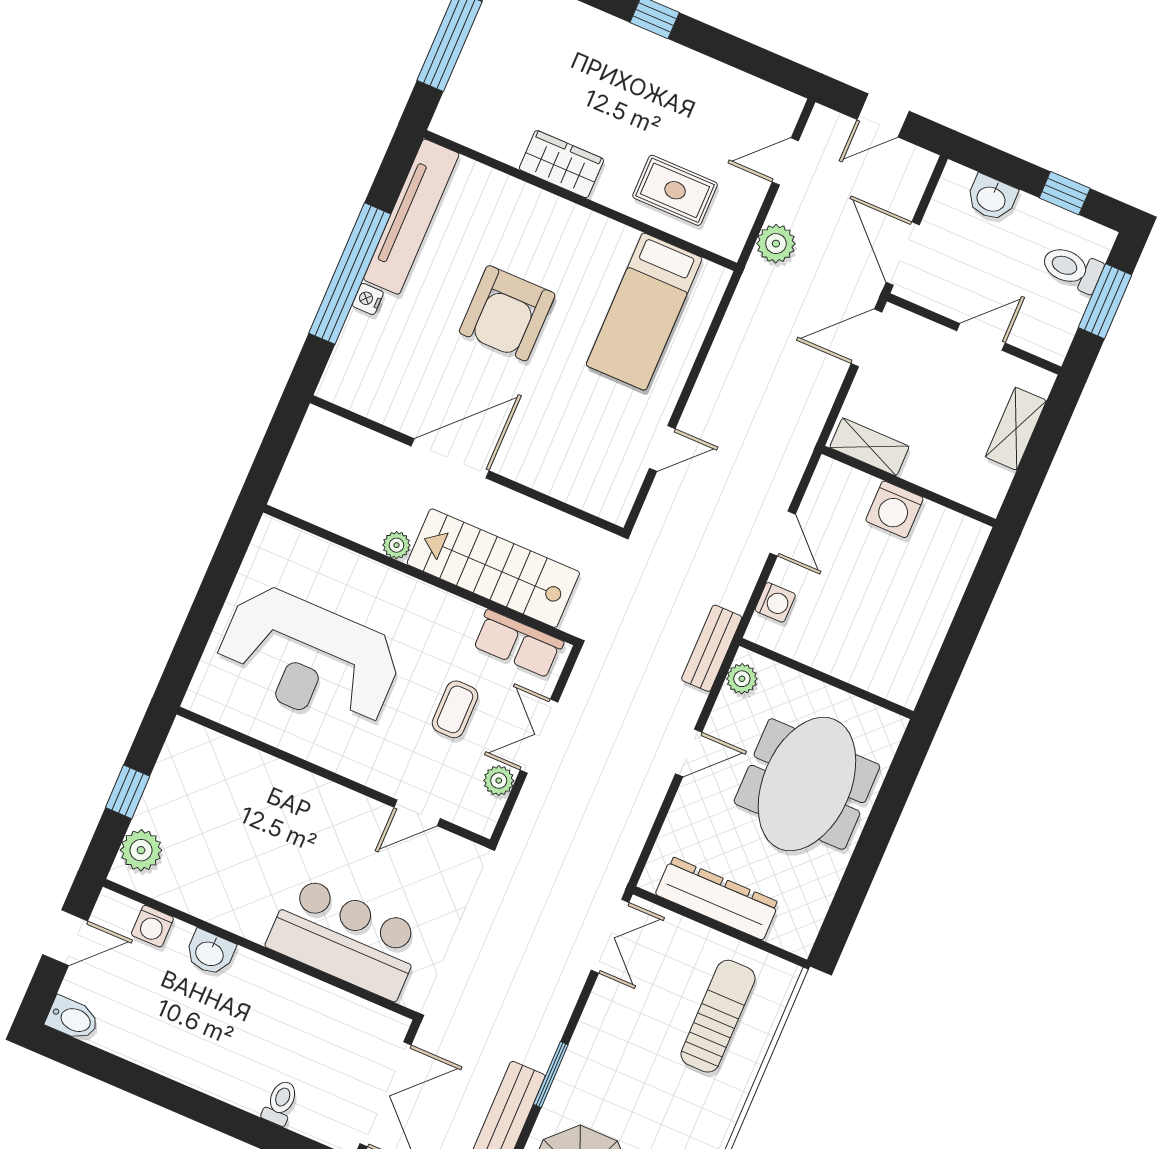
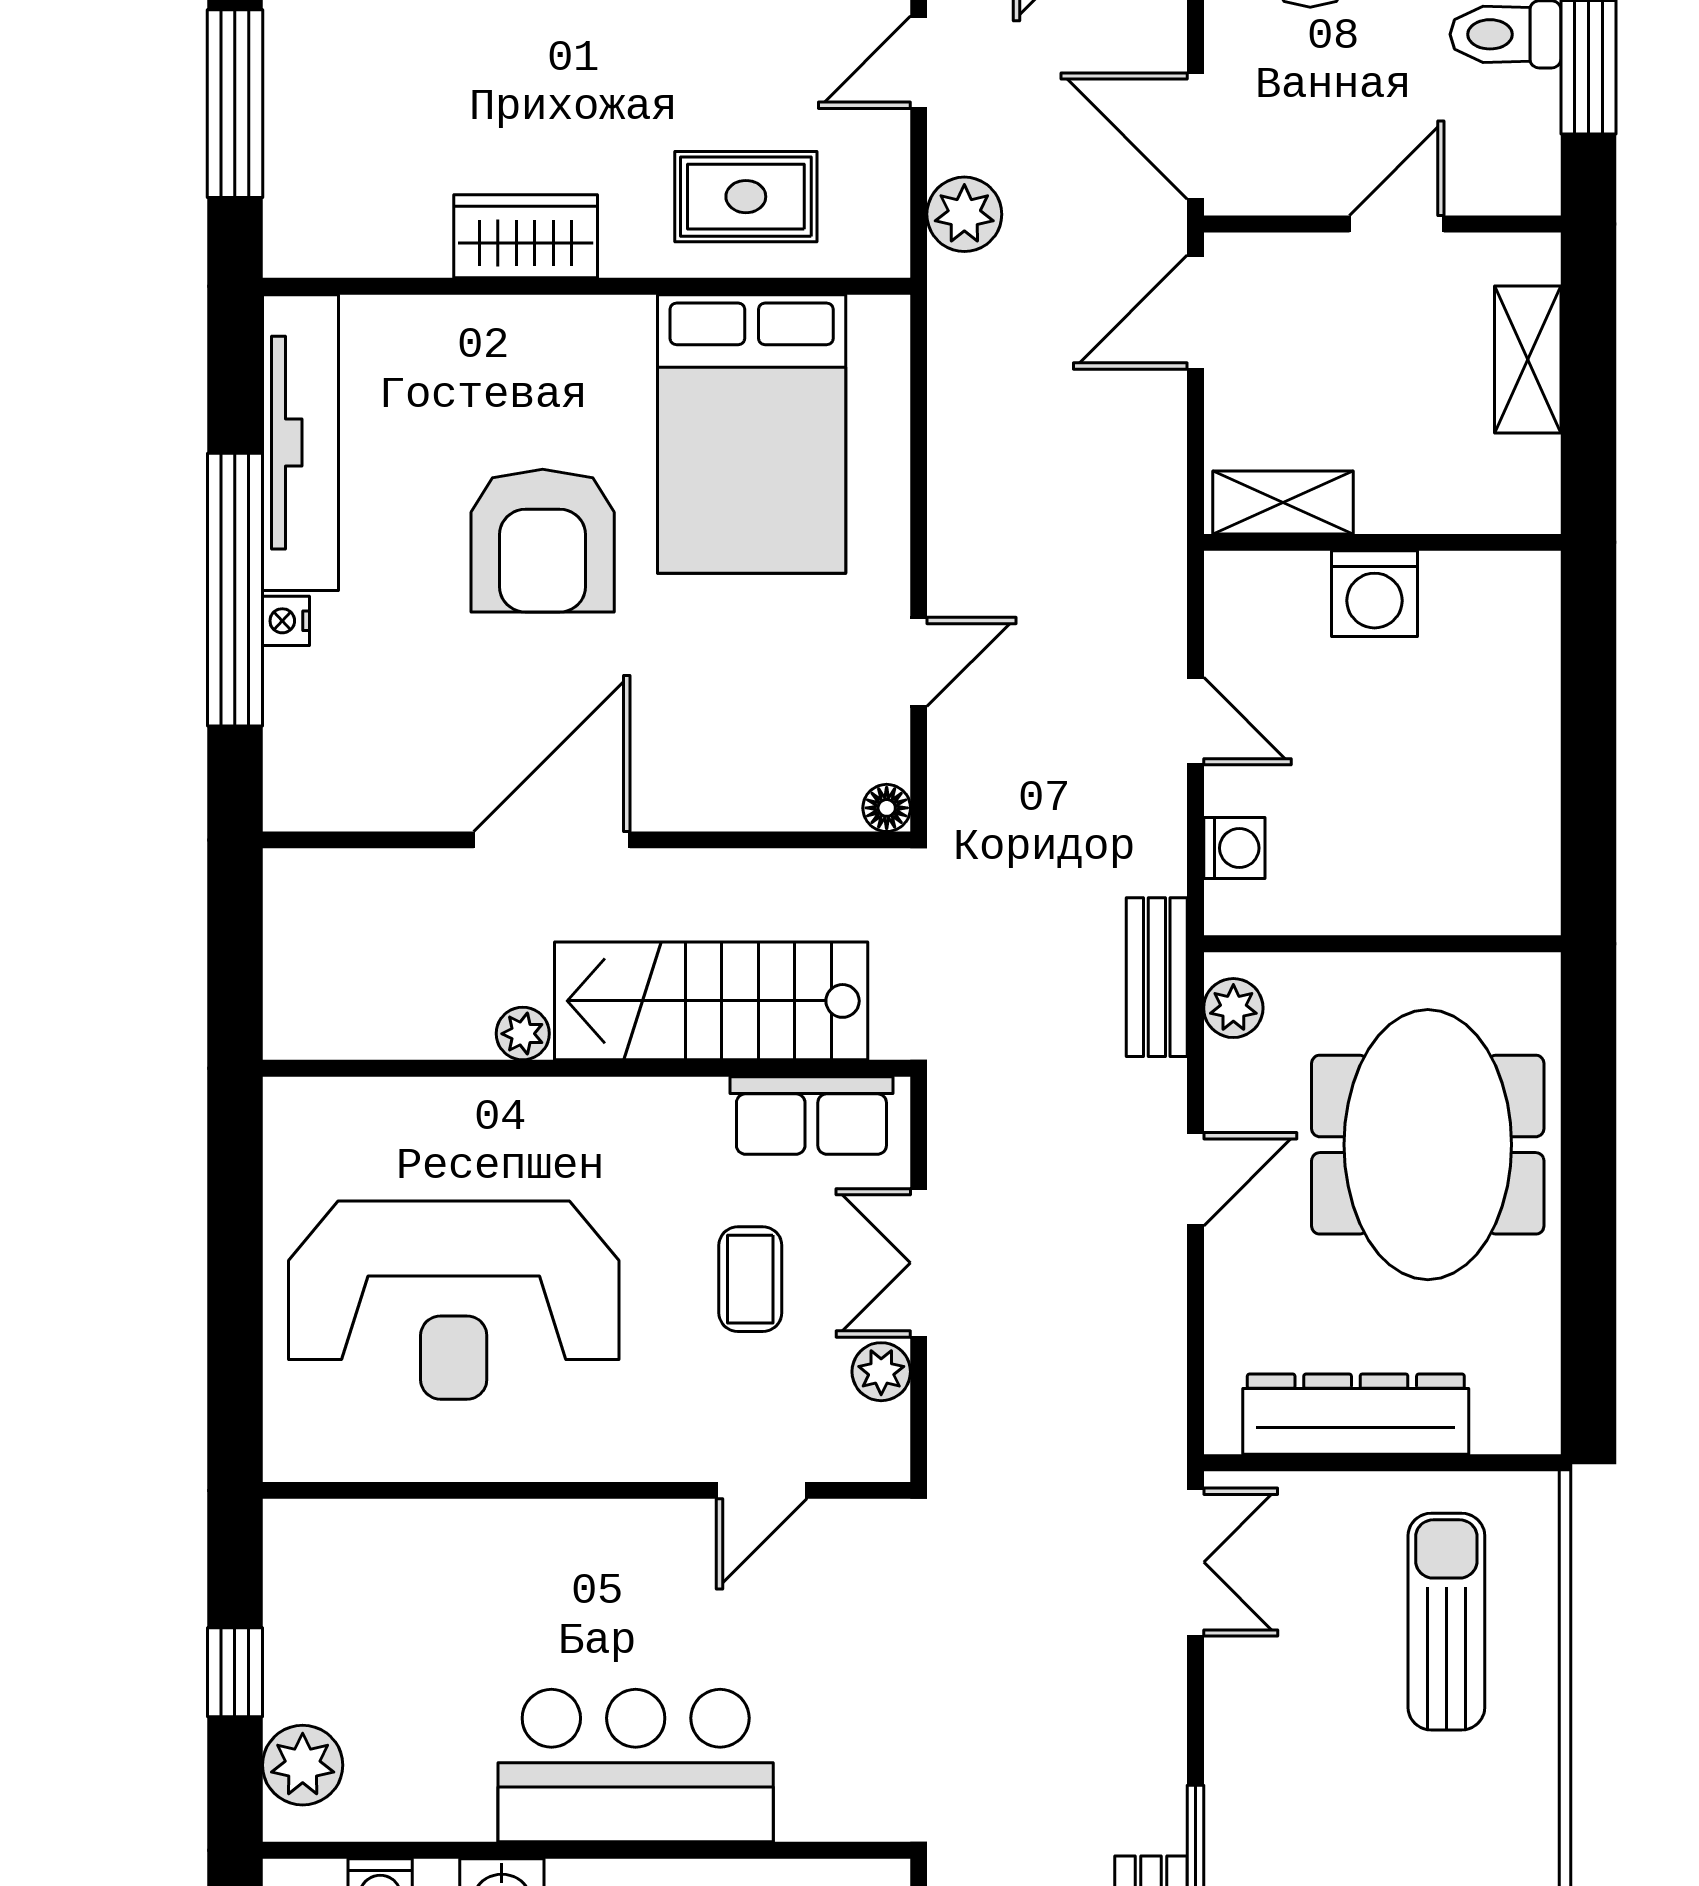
bed: (644, 312) -> (752, 434), width x1.50
floor lamp: (617, 512) -> (887, 808), added
bar counter: (346, 938) -> (636, 1766), moved

